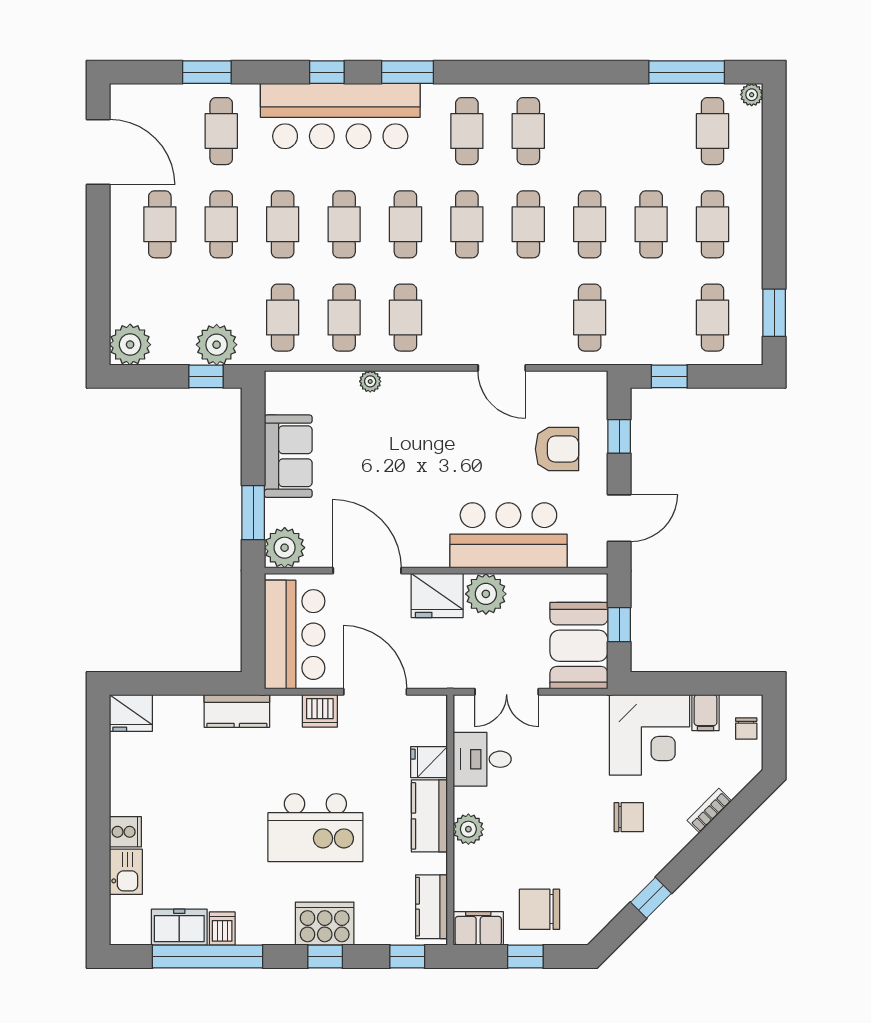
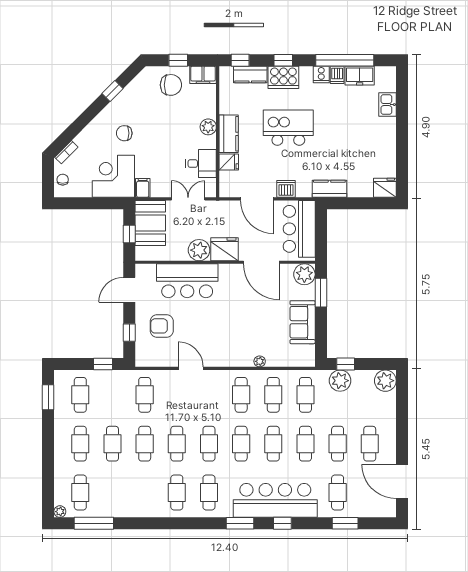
filing cabinet: (706, 713) -> (143, 188), moved
bookcase: (709, 811) -> (66, 152), moved
cooker: (125, 832) -> (321, 74), moved, turned -90
kitchen counter: (431, 907) -> (250, 74), moved, turned 90

